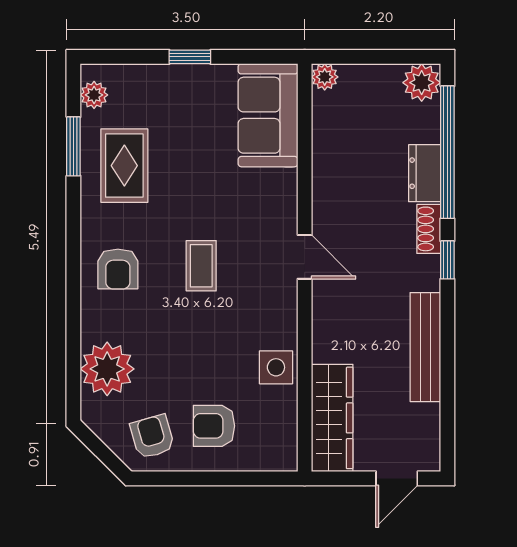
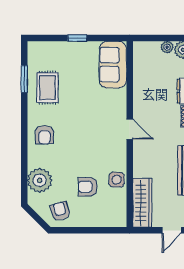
plant: (325, 77) -> (167, 47), moved
plant: (94, 95) -> (34, 55), removed
coffee table: (201, 266) -> (82, 133), removed
armchair: (214, 426) -> (88, 187), moved

